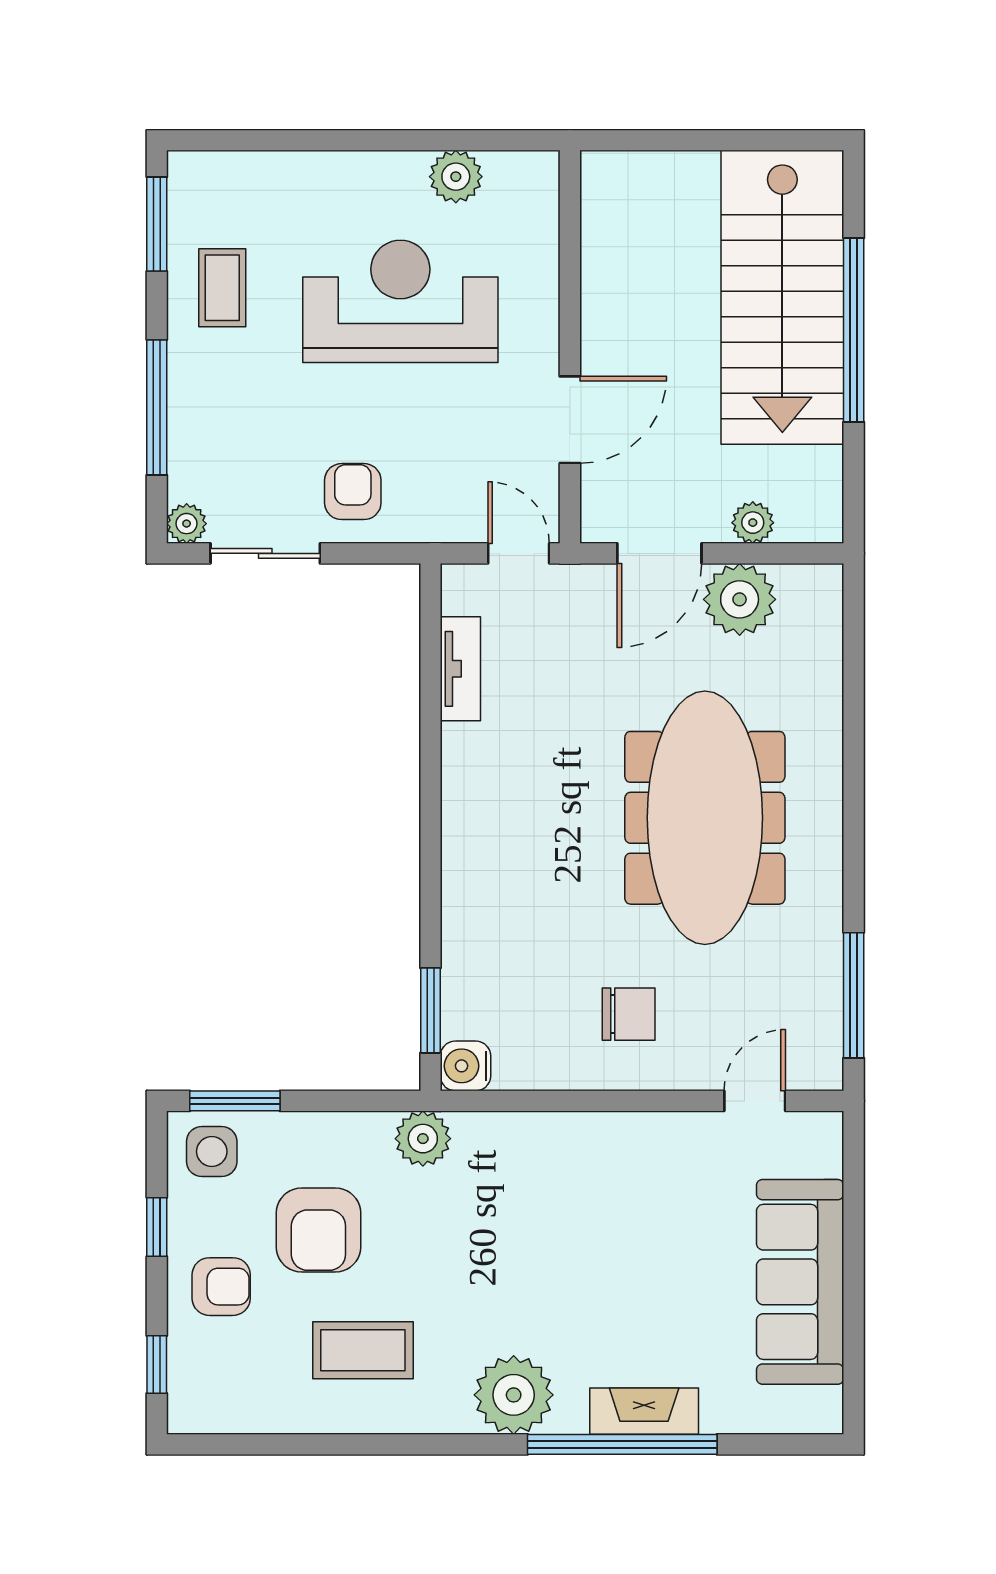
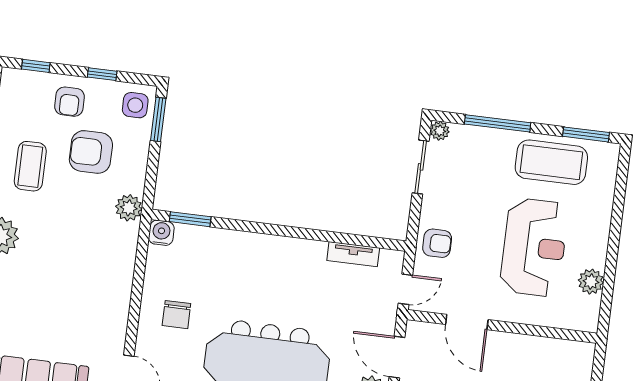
coffee table: (222, 288) -> (551, 162), width x1.86, depth x1.72
armchair: (353, 492) -> (437, 243), moved

